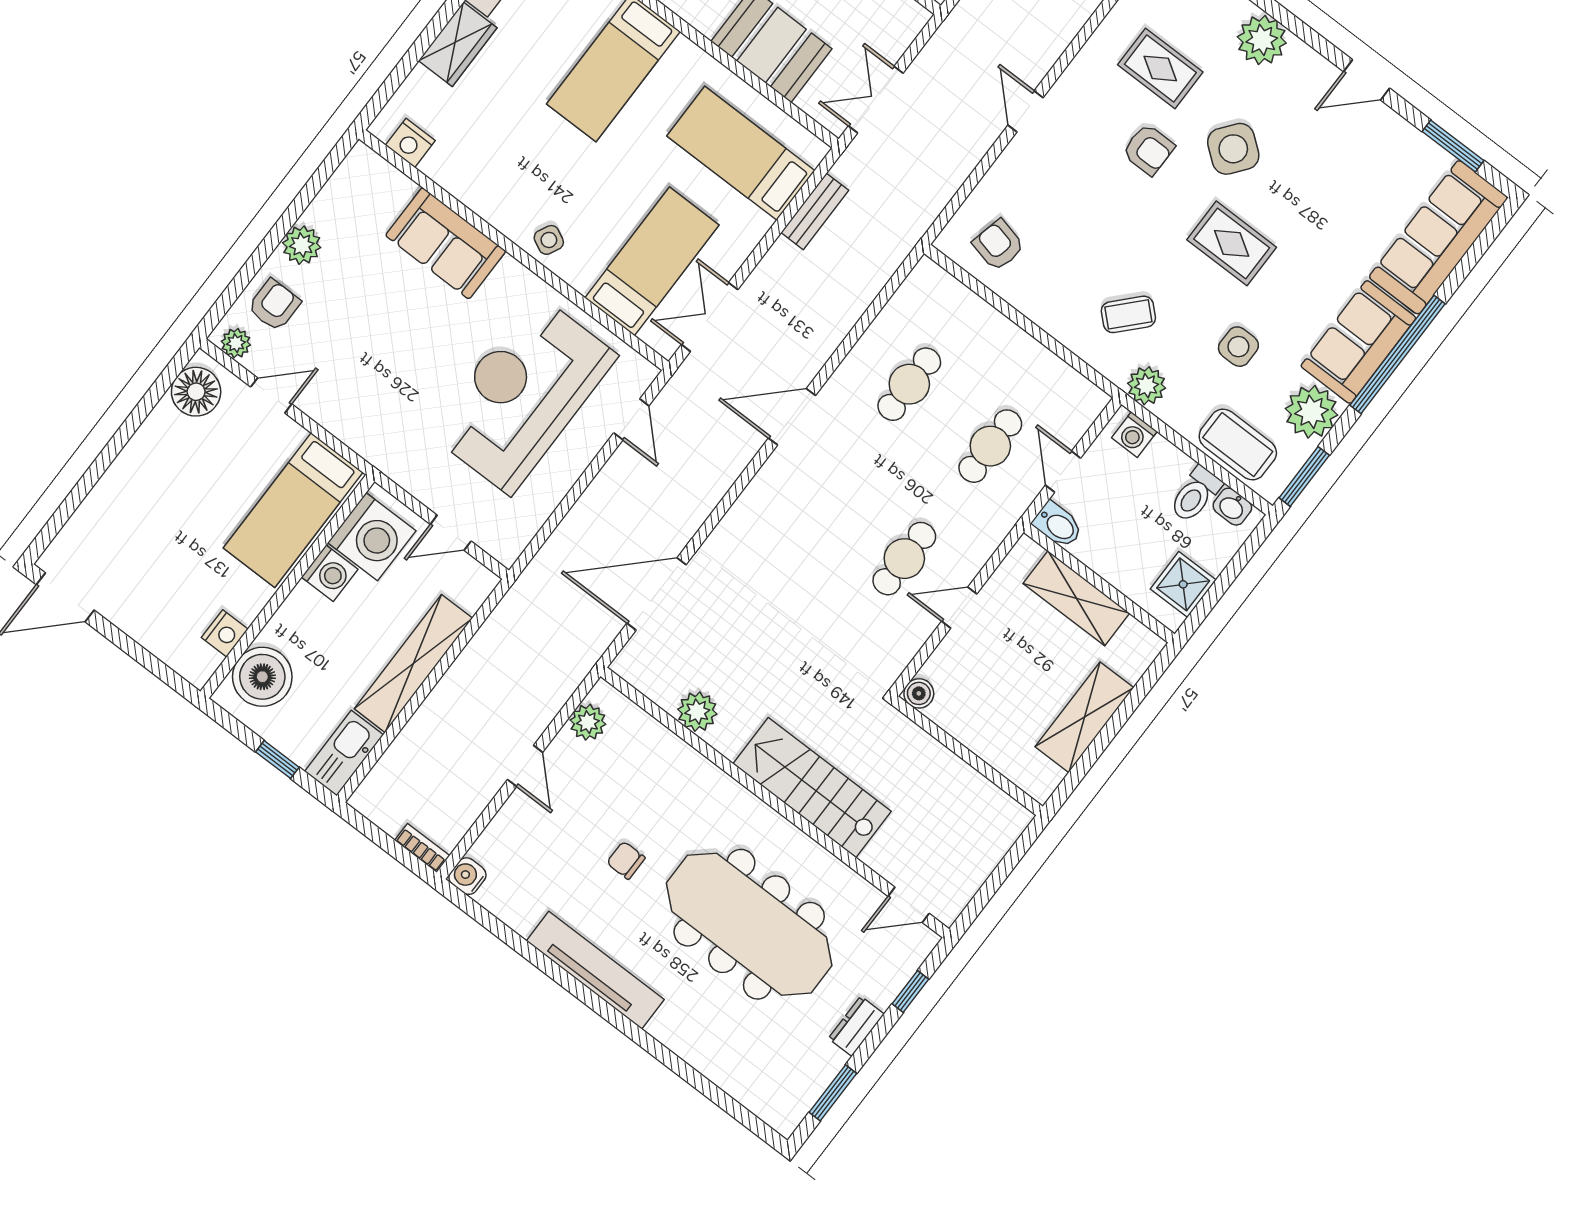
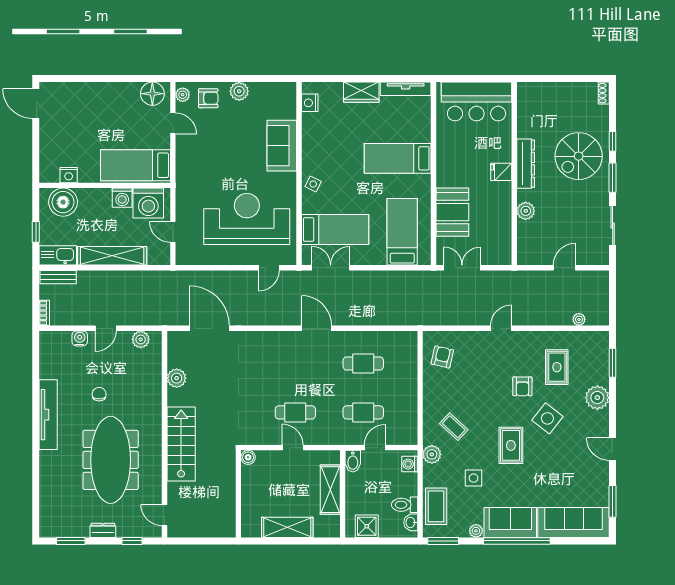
bench: (815, 211) -> (58, 277), moved
plant: (1311, 412) -> (476, 531), width x0.53, depth x0.53
water cooler: (467, 876) -> (80, 338), moved

